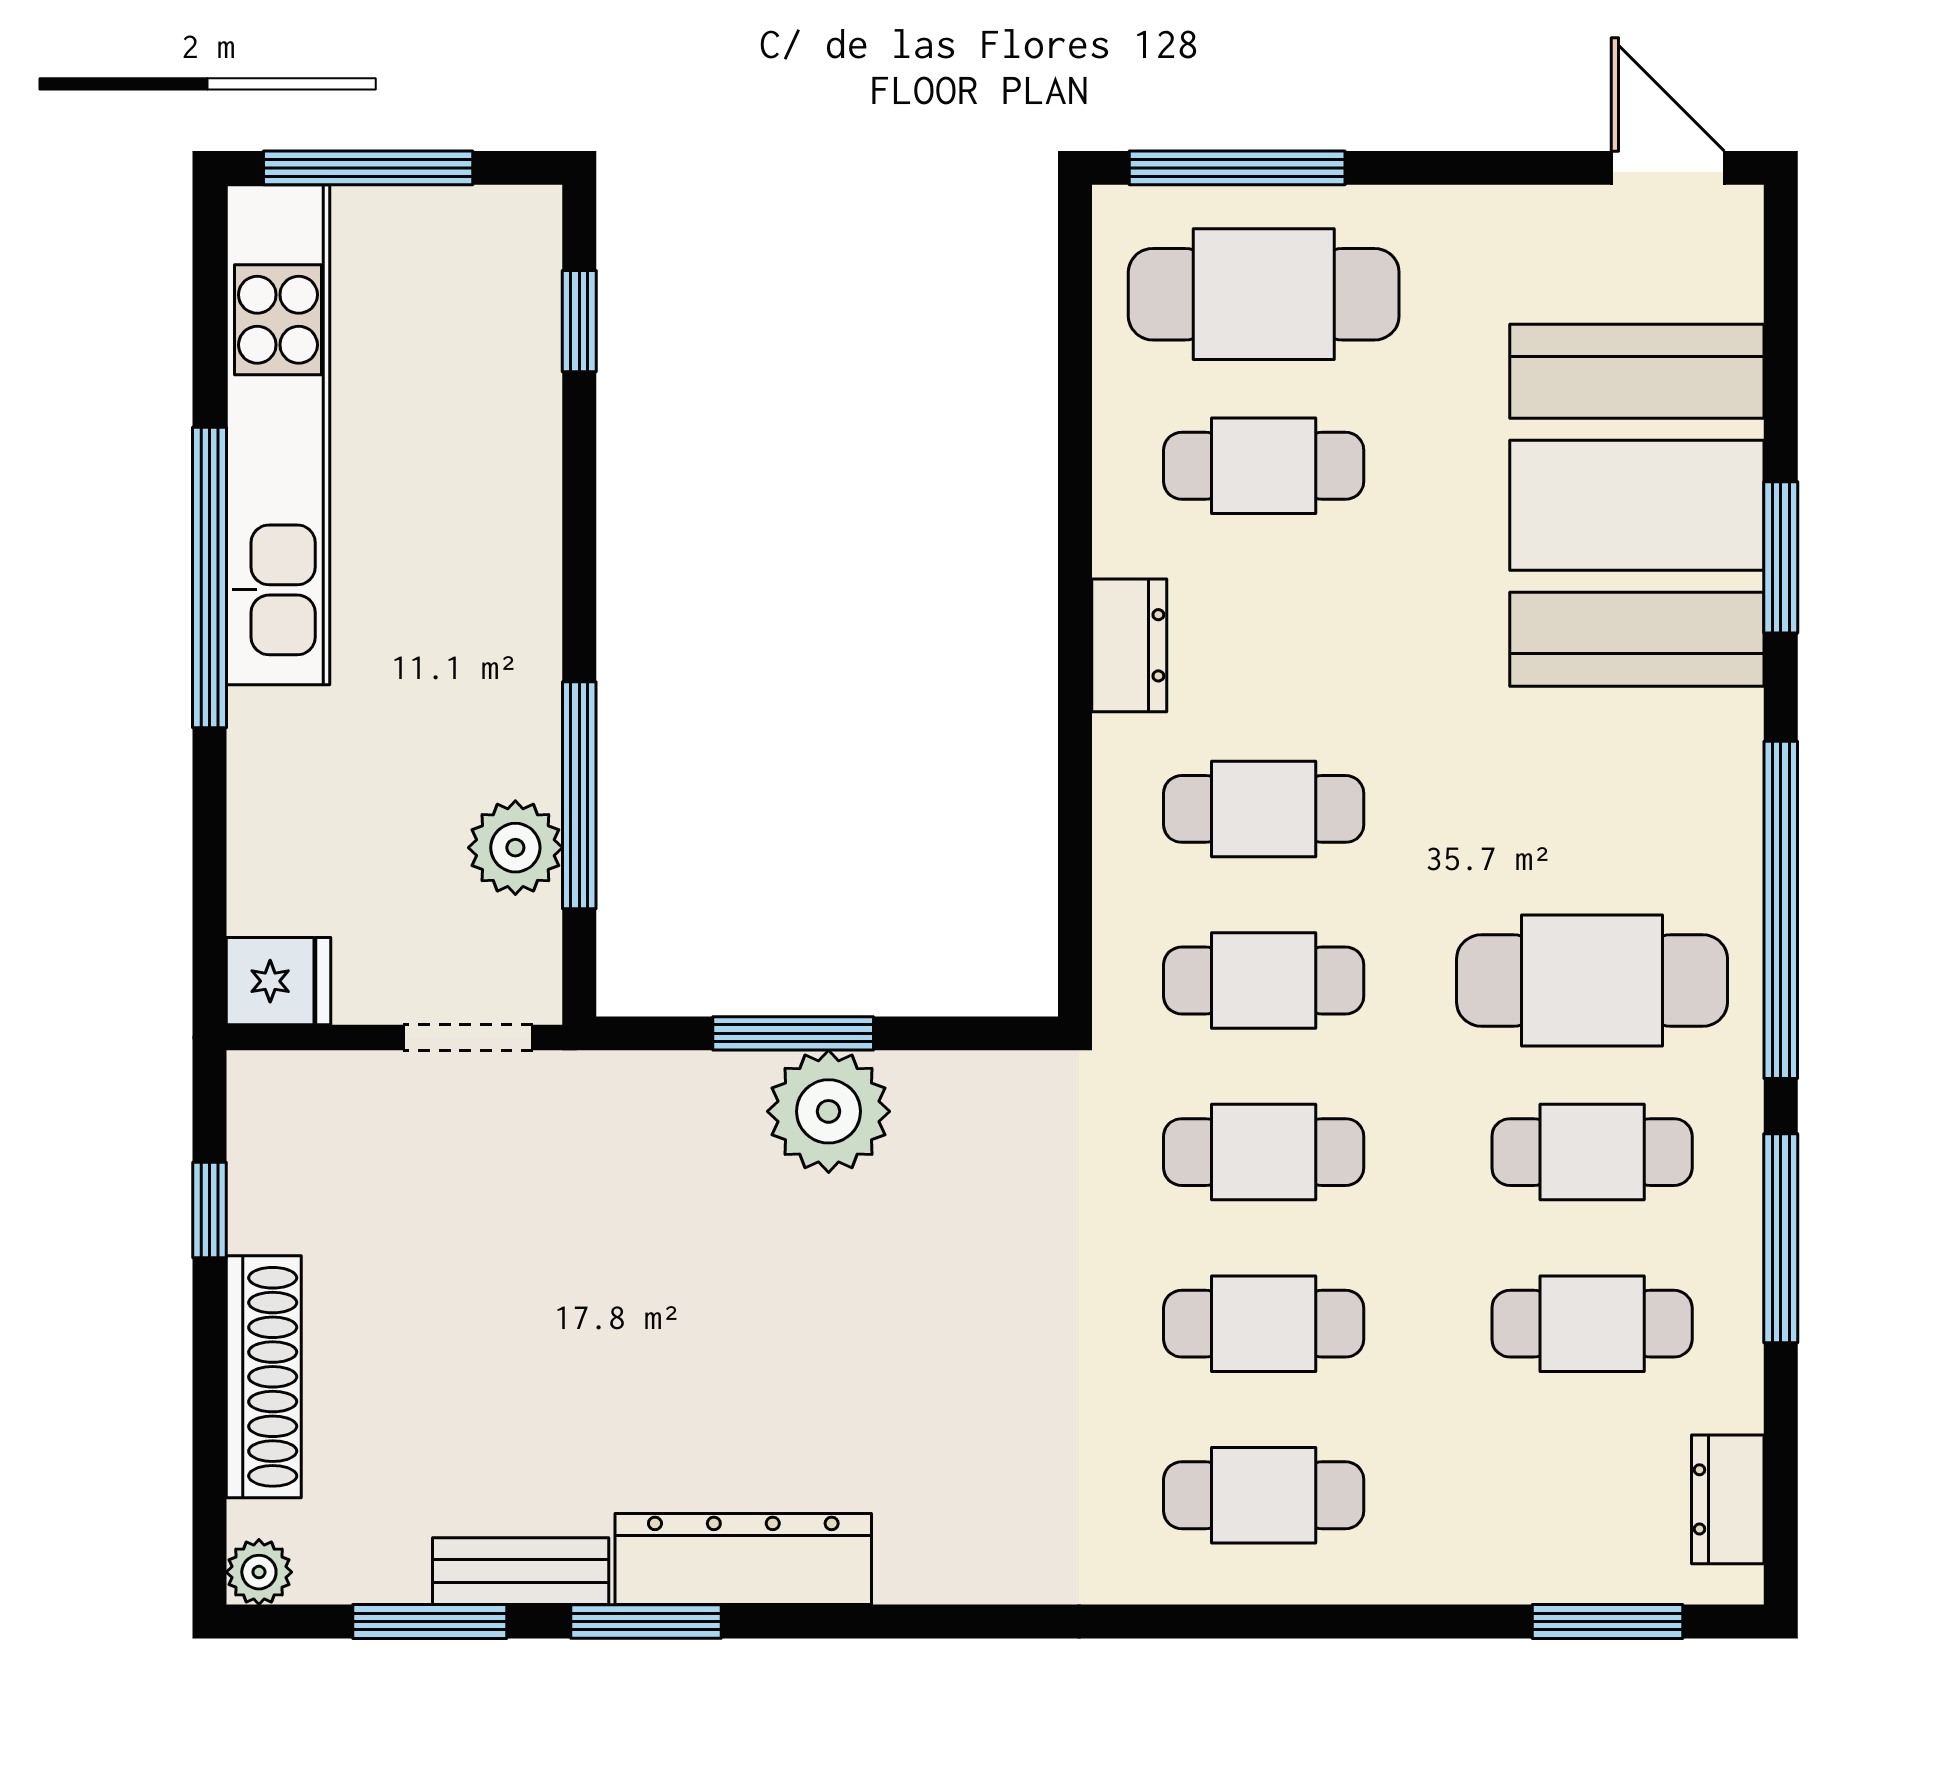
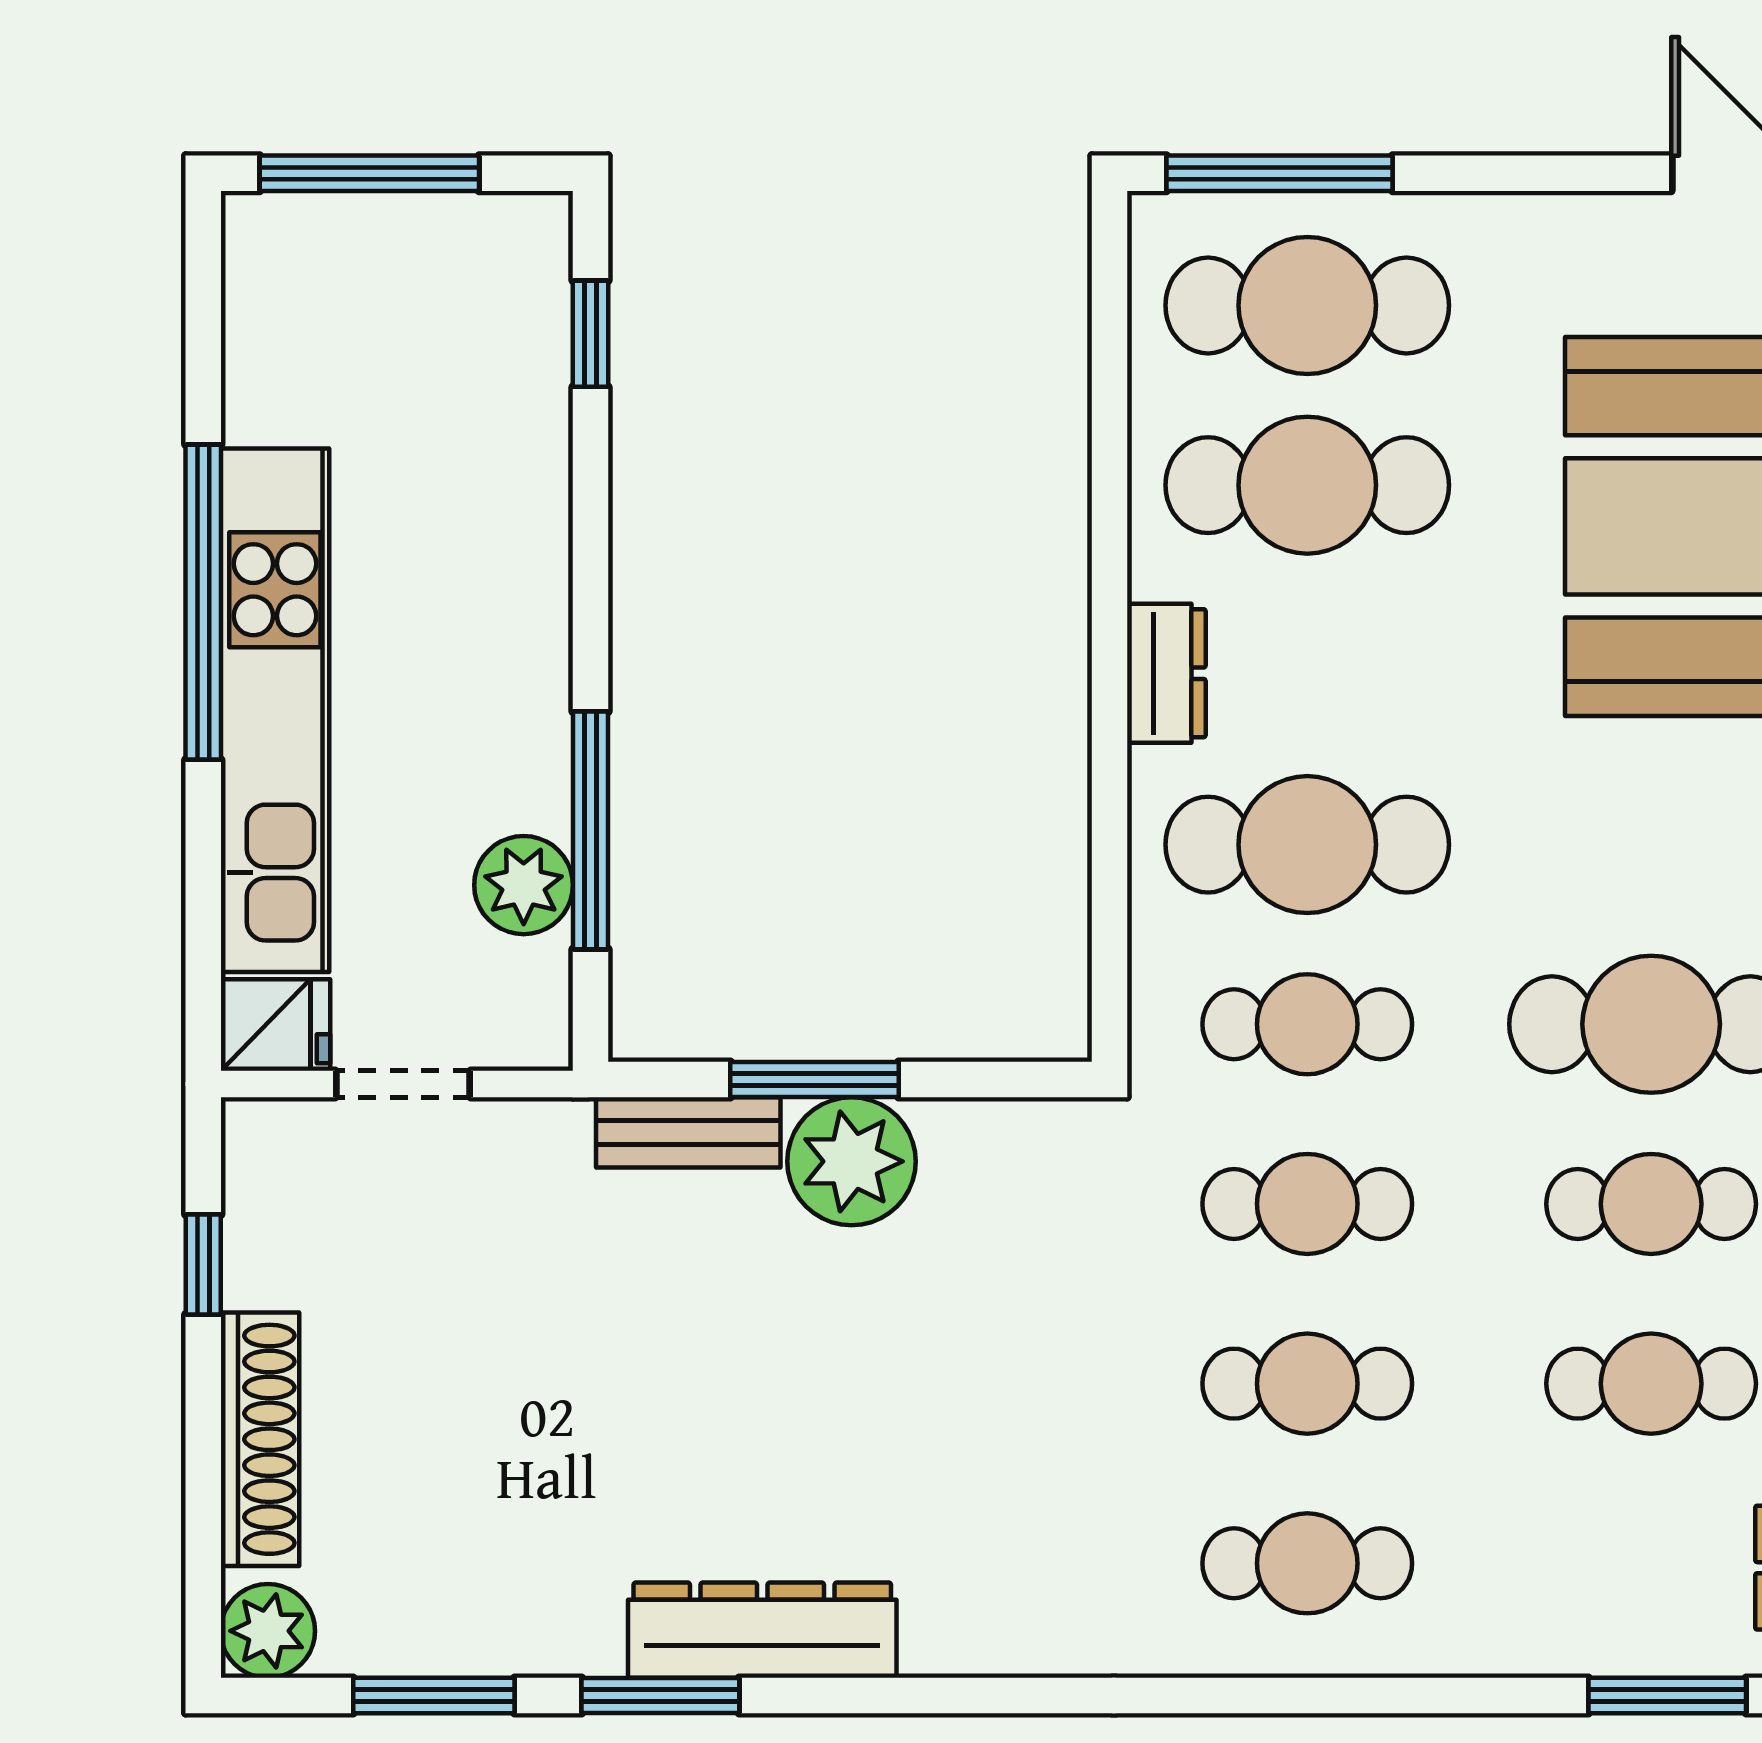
kitchen unit: (278, 435) -> (275, 710), moved
cafe table: (1264, 466) -> (1307, 485), width x1.37, depth x1.35
cafe table: (1264, 809) -> (1307, 845), width x1.37, depth x1.35
doorway: (468, 1038) -> (403, 1084), moved
bench: (521, 1571) -> (688, 1132), moved
plant: (259, 1572) -> (268, 1631), width x1.38, depth x1.38

